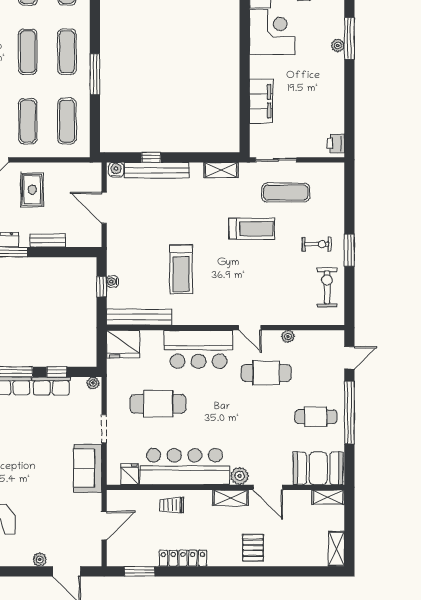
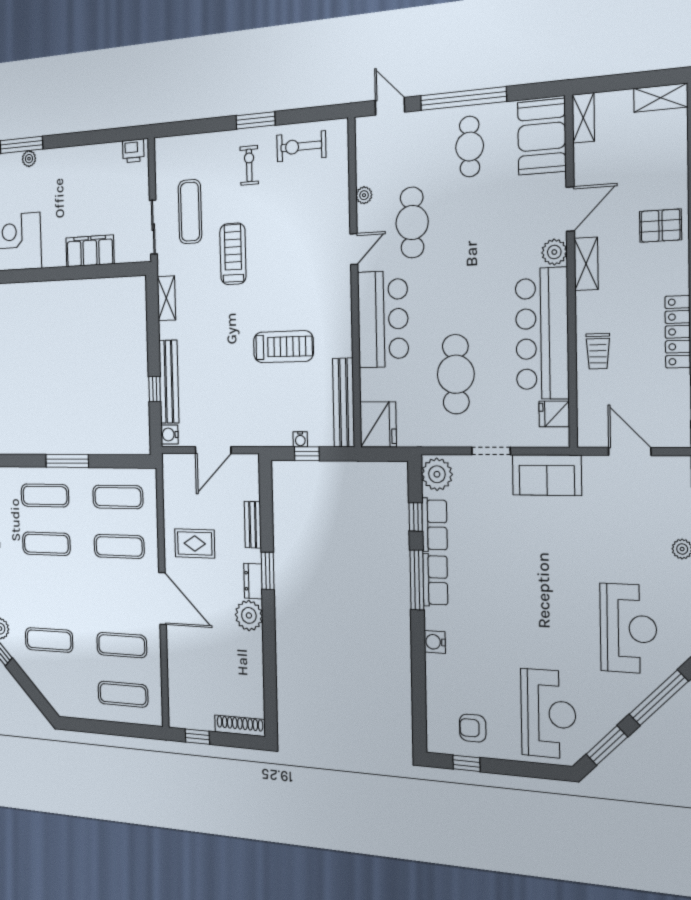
plant: (93, 383) -> (437, 474), width x1.87, depth x1.87

